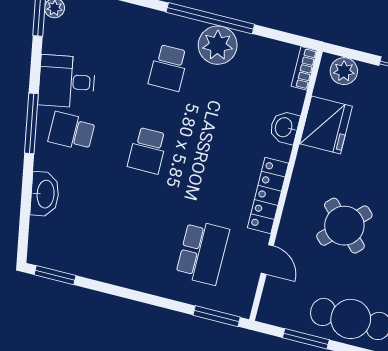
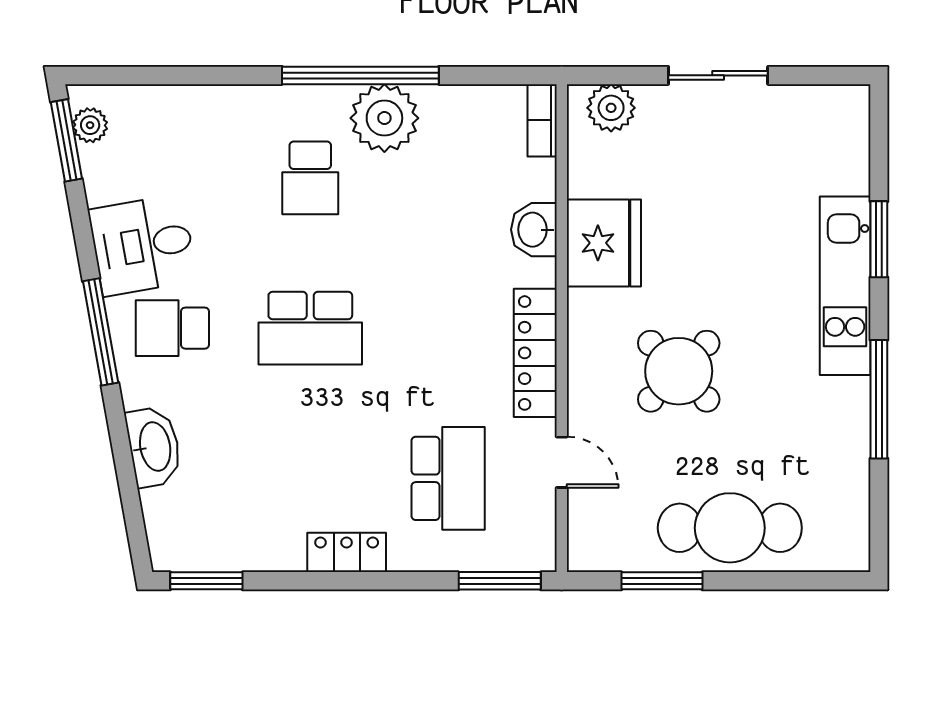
fridge: (326, 125) -> (604, 243), moved
school desk: (148, 150) -> (310, 328), width x1.85
locker: (136, 279) -> (347, 552), added

